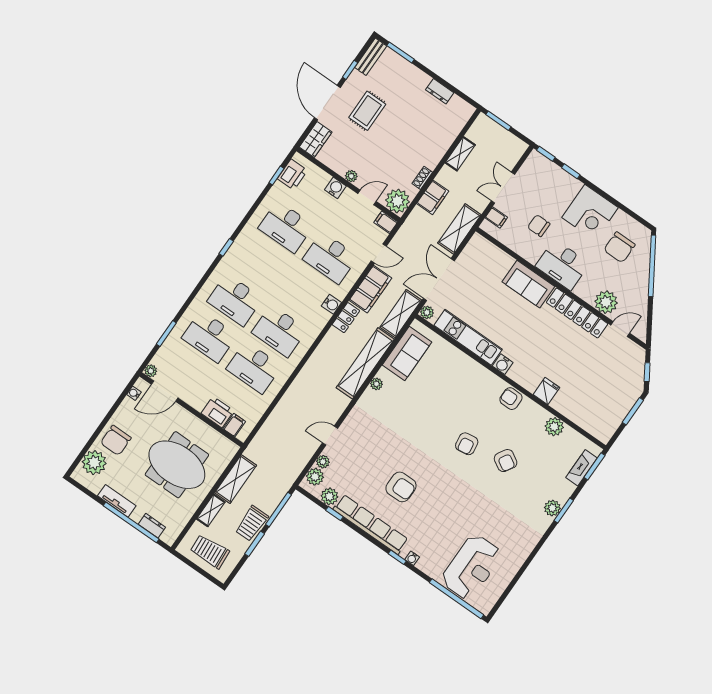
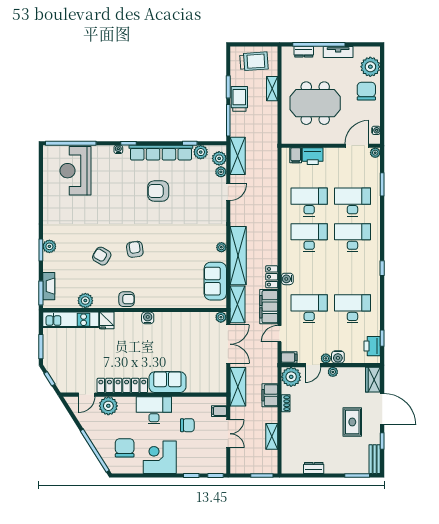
plant: (349, 195) -> (326, 358), added
kitchen unit: (468, 337) -> (71, 320), moved
shelving: (236, 479) -> (238, 156), moved

